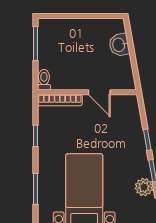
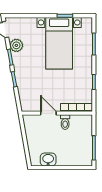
washbasin: (119, 45) -> (48, 160), moved, turned -80
toilet: (44, 80) -> (65, 122), moved

